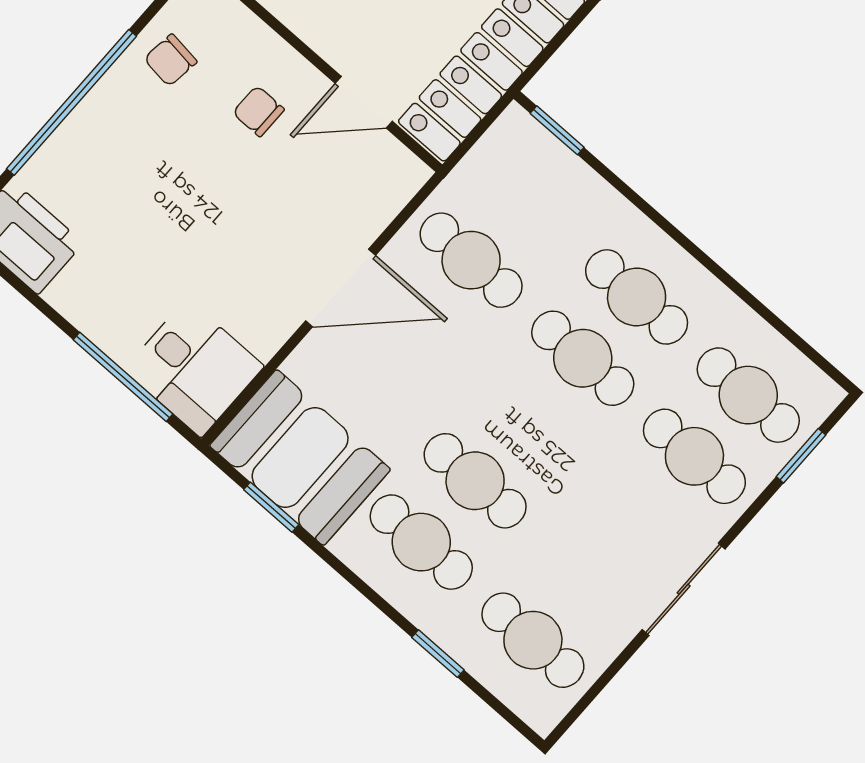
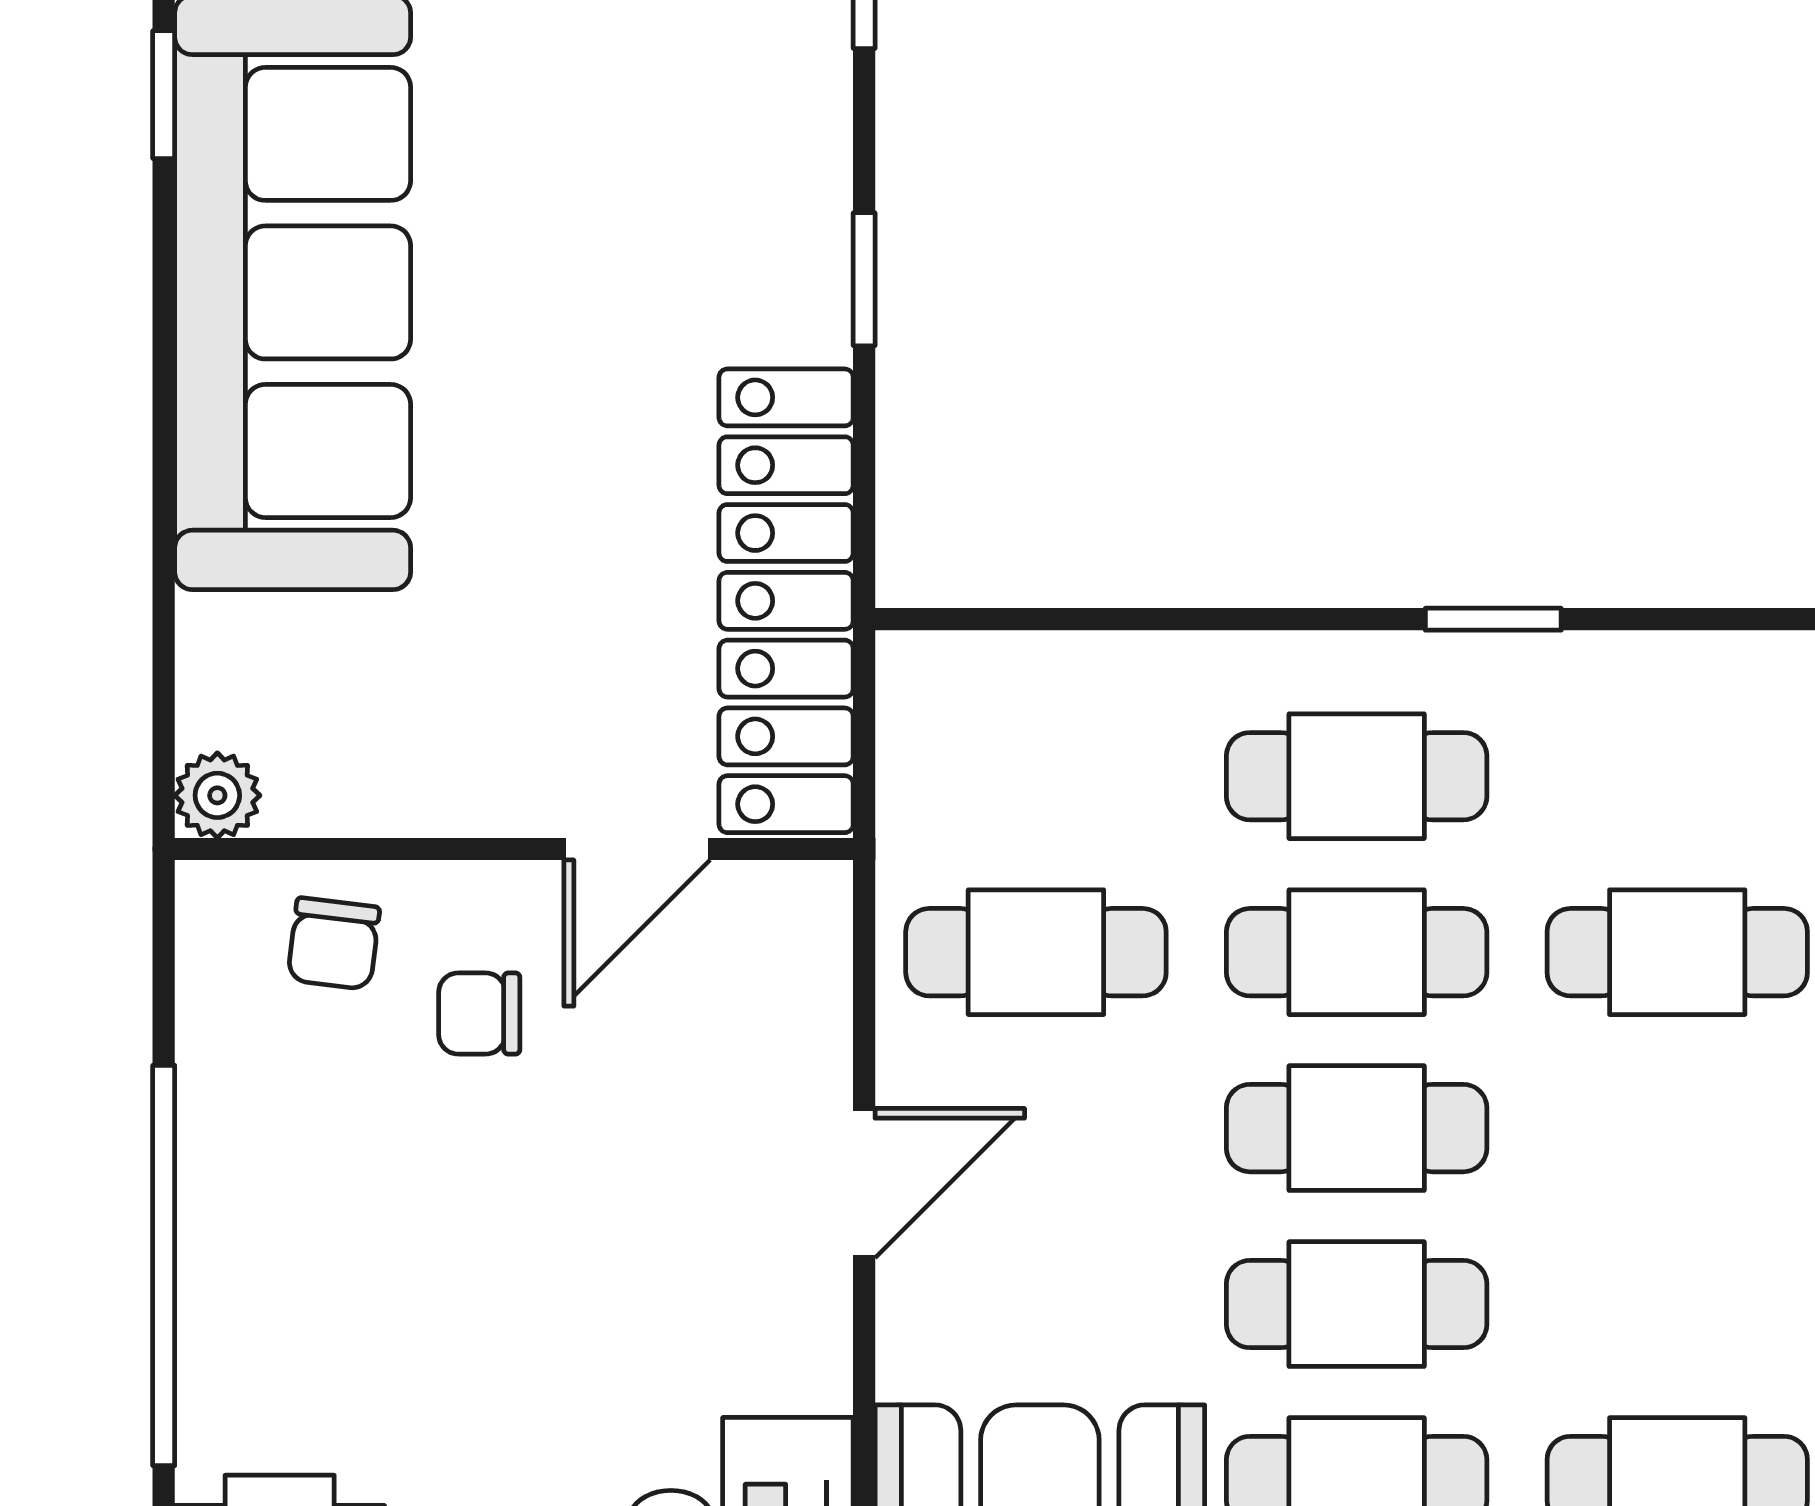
chair: (170, 60) -> (334, 944), moved
window: (557, 130) -> (1493, 619), moved
door: (341, 288) -> (864, 1183), width x0.73
cafe table: (748, 395) -> (1357, 1128), moved

